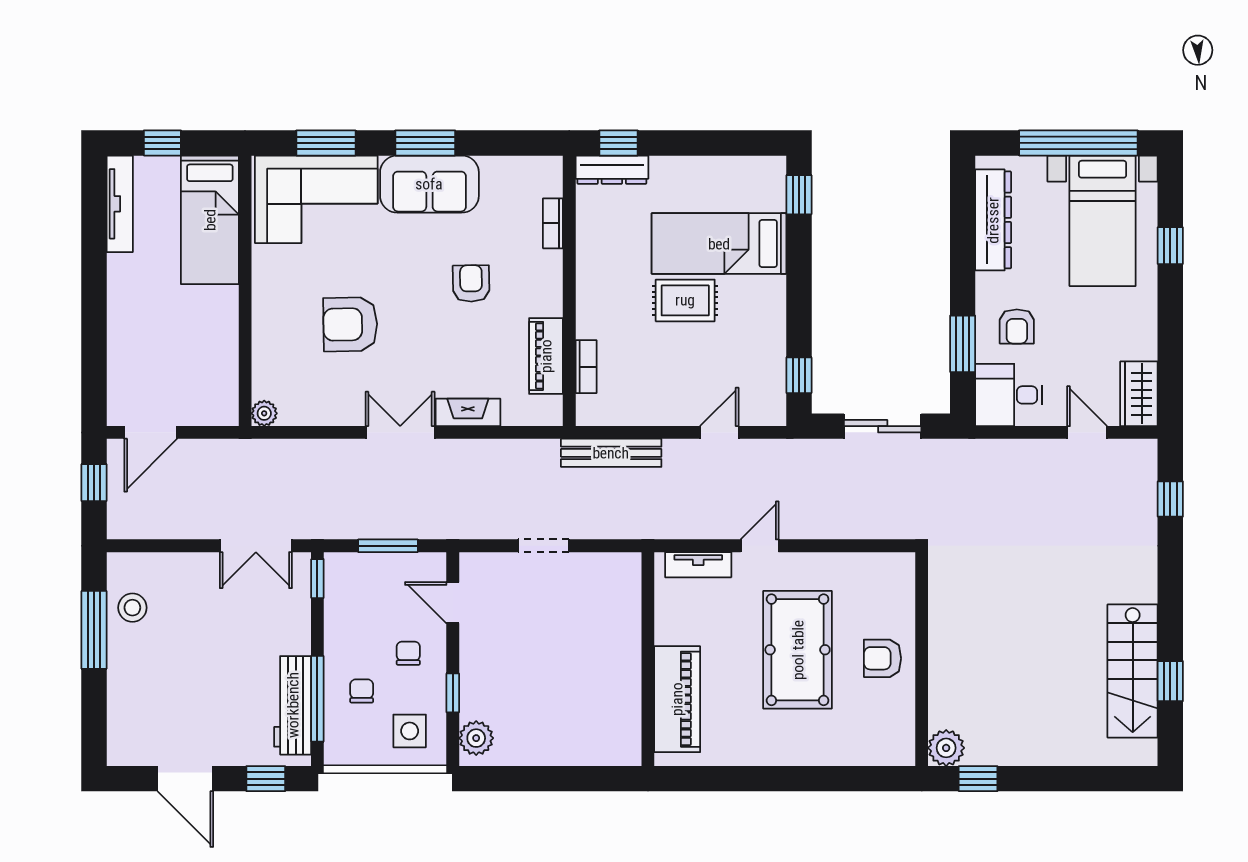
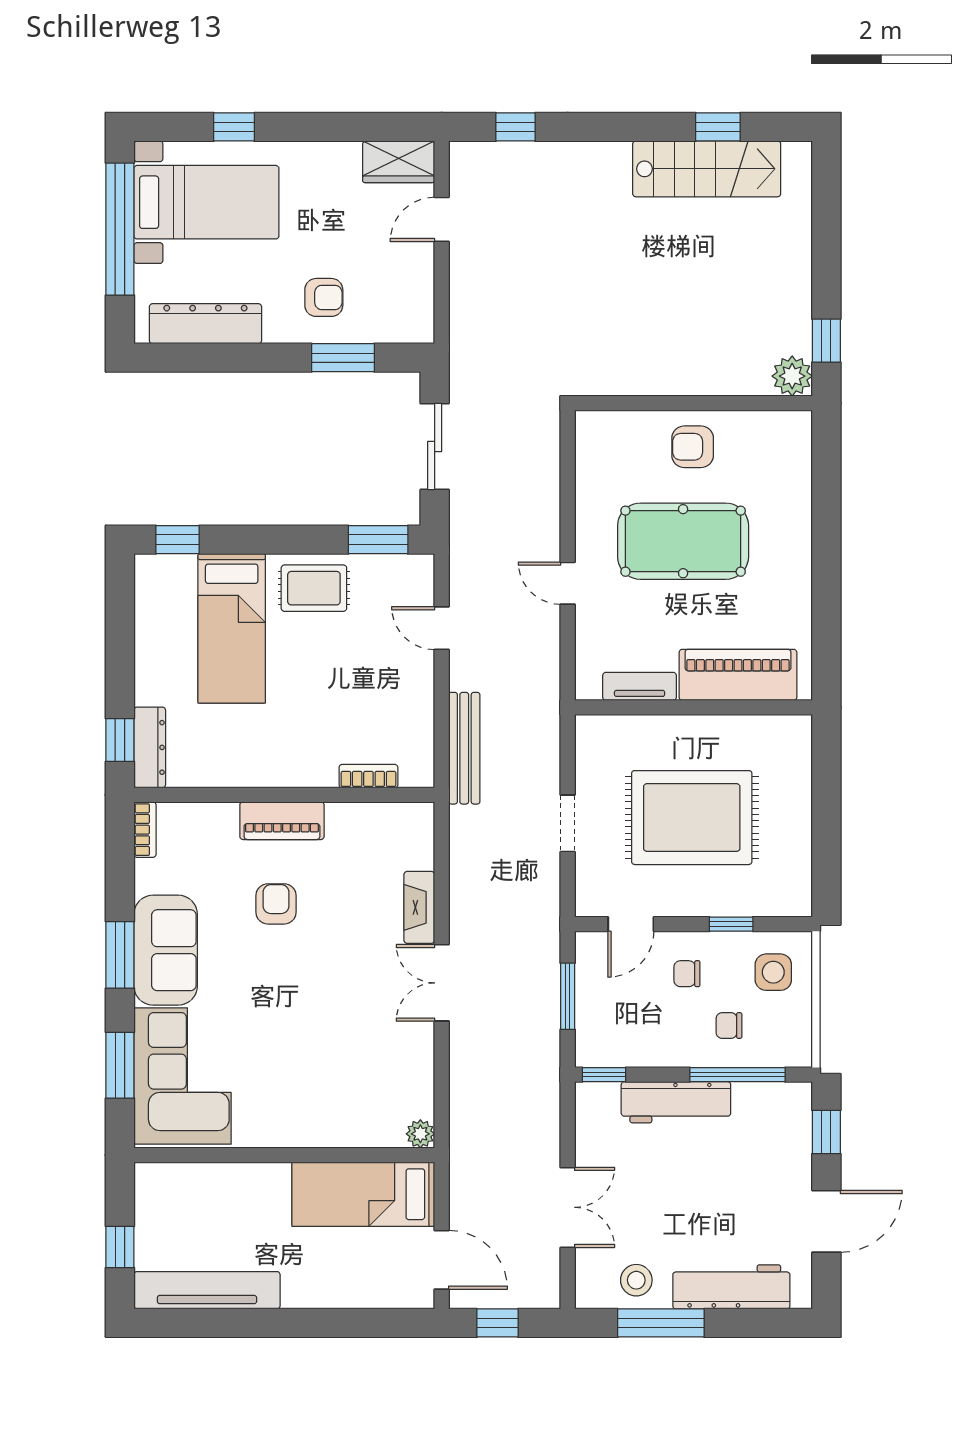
tv unit: (120, 204) -> (207, 1290), width x1.36, depth x1.29
bed: (210, 220) -> (363, 1194), moved, turned 180
bookcase: (553, 223) -> (145, 830), moved, turned -90
armchair: (471, 283) -> (276, 904), turned 91
rug: (685, 300) -> (314, 588), moved, turned 90
armchair: (350, 324) -> (321, 1038), removed
piano: (546, 356) -> (282, 821), moved
window: (799, 375) -> (378, 540), width x1.50
desk: (1009, 395) -> (400, 306), removed
double door: (256, 546) -> (568, 1207), moved
tv unit: (698, 565) -> (640, 686), moved, turned -90
rug: (549, 658) -> (692, 818), added
armchair: (882, 658) -> (693, 447), turned 90
workbench: (126, 693) -> (731, 1287), added
workbench: (293, 705) -> (676, 1102), moved
plant: (476, 738) -> (781, 898), removed

